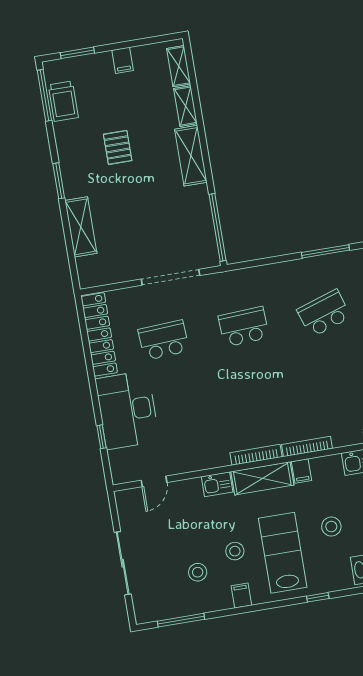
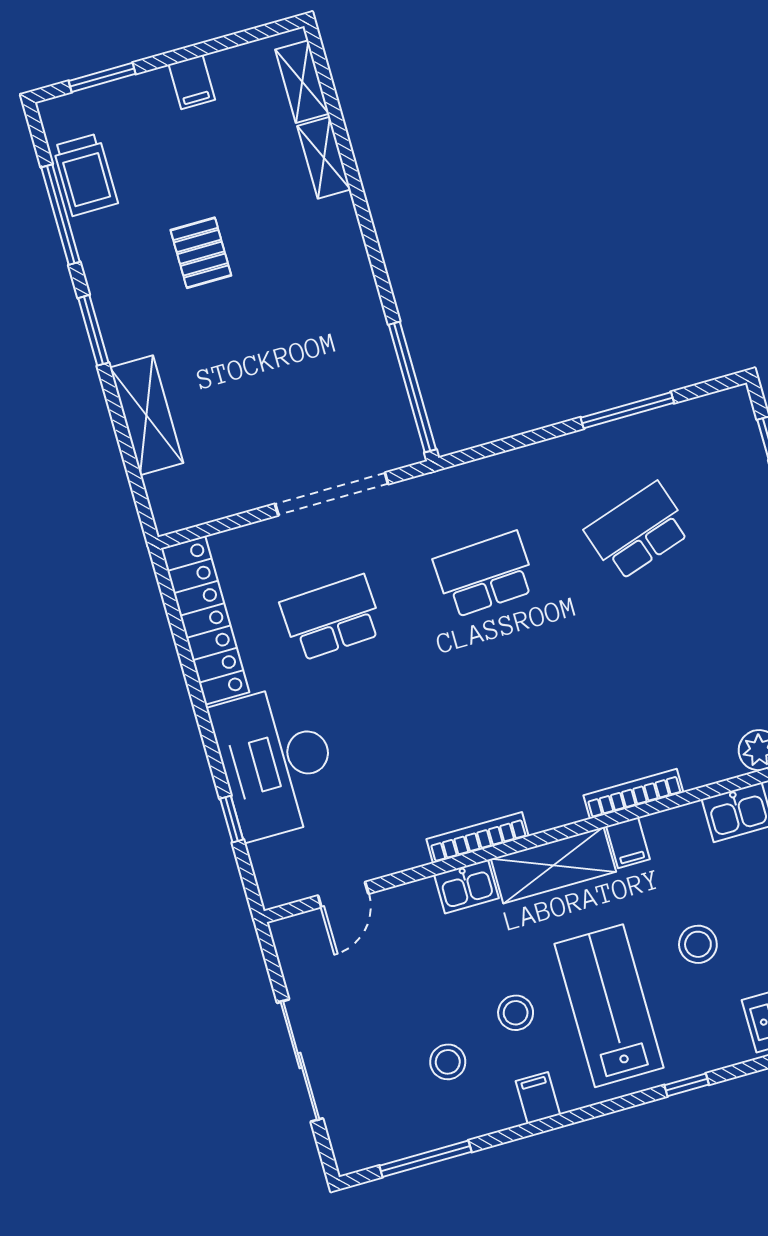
window: (44, 95) -> (61, 215), moved
shelving: (191, 156) -> (345, 253), removed
bookcase: (256, 455) -> (478, 838), moved

